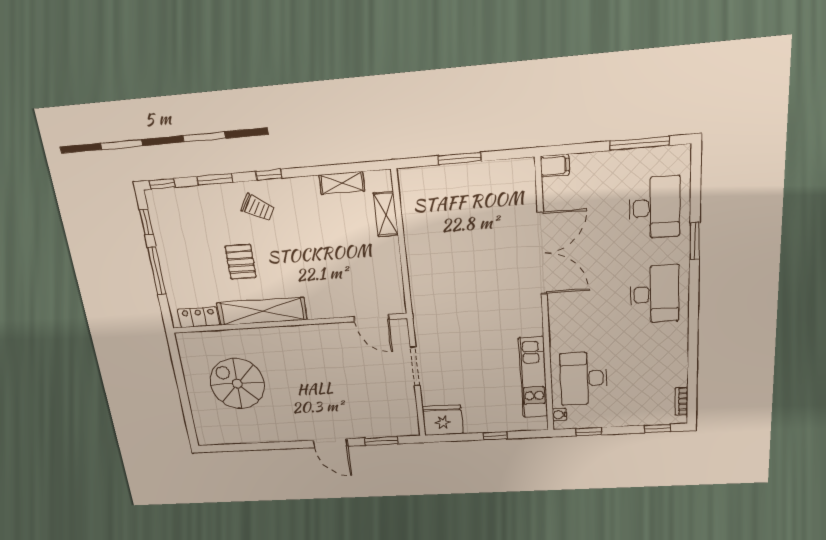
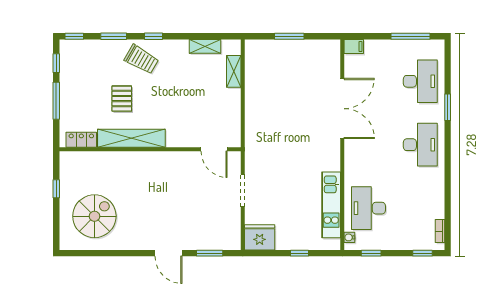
trolley: (258, 208) -> (141, 59), width x1.36, depth x1.39
window: (180, 377) -> (56, 189), added
spiral stairs: (237, 384) -> (94, 216), moved, turned 90

